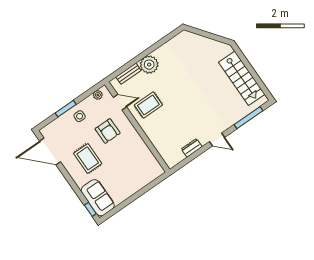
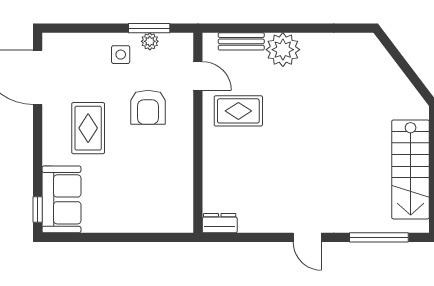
plant: (98, 95) -> (150, 41), moved
window: (66, 109) -> (149, 28), moved
dresser: (192, 148) -> (220, 223), moved

